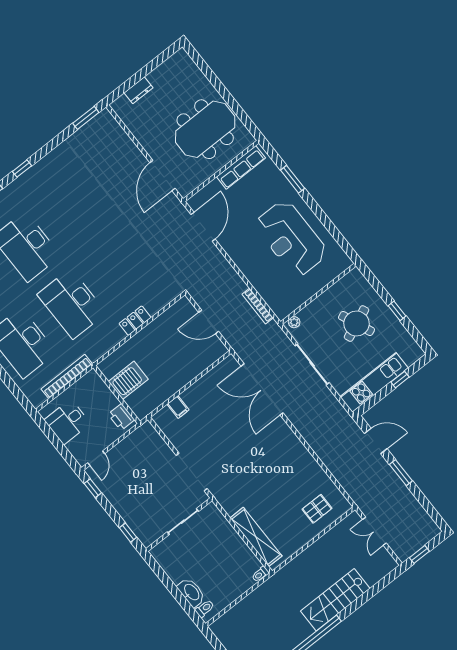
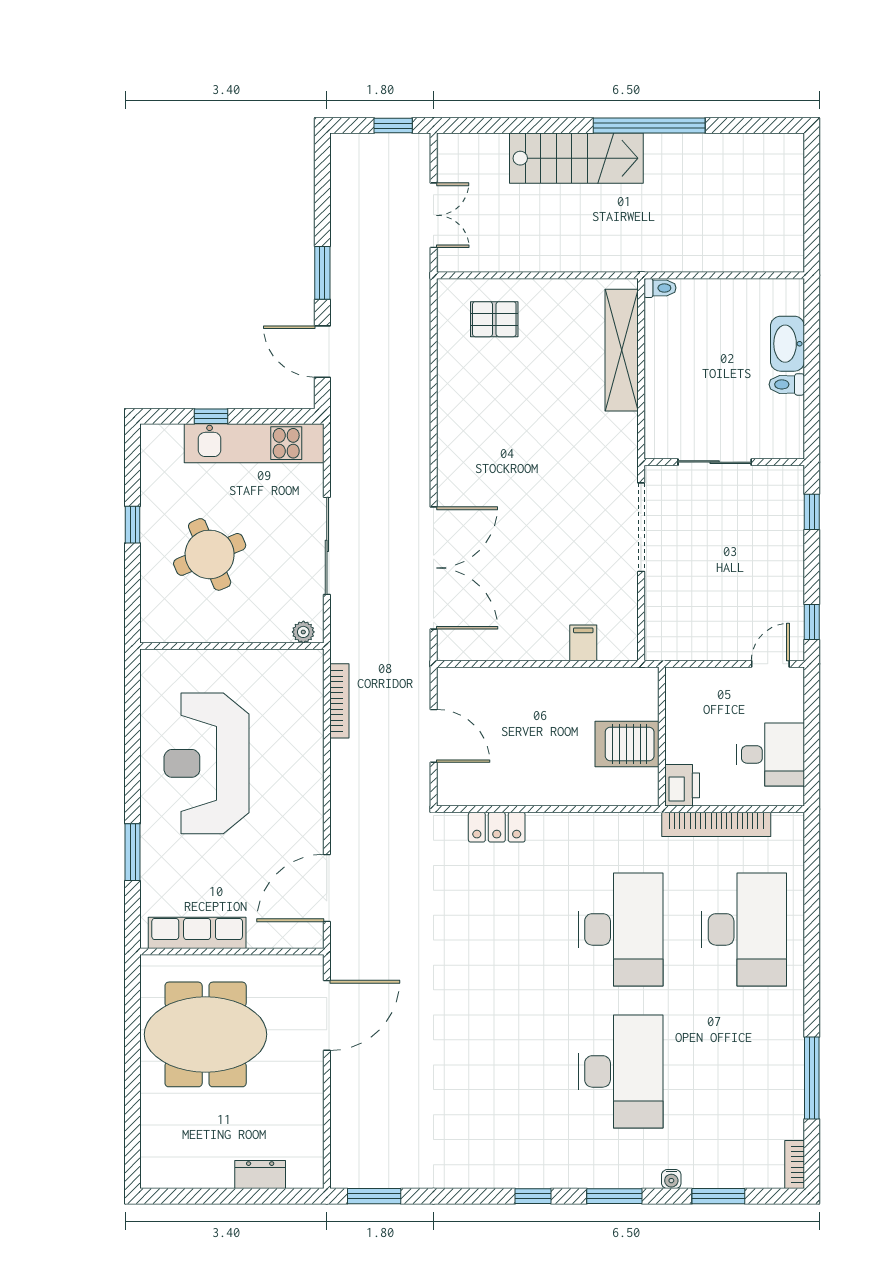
reception desk: (291, 239) -> (206, 763), turned 180
locker: (135, 321) -> (497, 827), moved
printer: (121, 417) -> (682, 785), moved
toilet: (205, 609) -> (787, 384), moved

